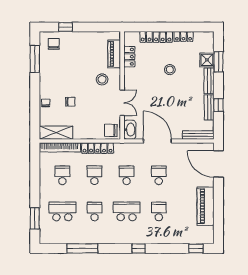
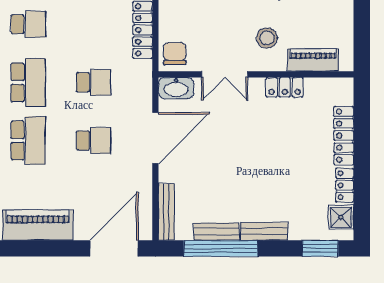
locker: (129, 57) -> (285, 87), moved
shower: (207, 60) -> (341, 217), moved
window: (218, 62) -> (320, 248), moved
stool: (170, 70) -> (285, 161), removed
window: (218, 105) -> (221, 248), width x3.17
school desk: (94, 175) -> (94, 24), removed
school desk: (159, 211) -> (28, 140), width x1.85

